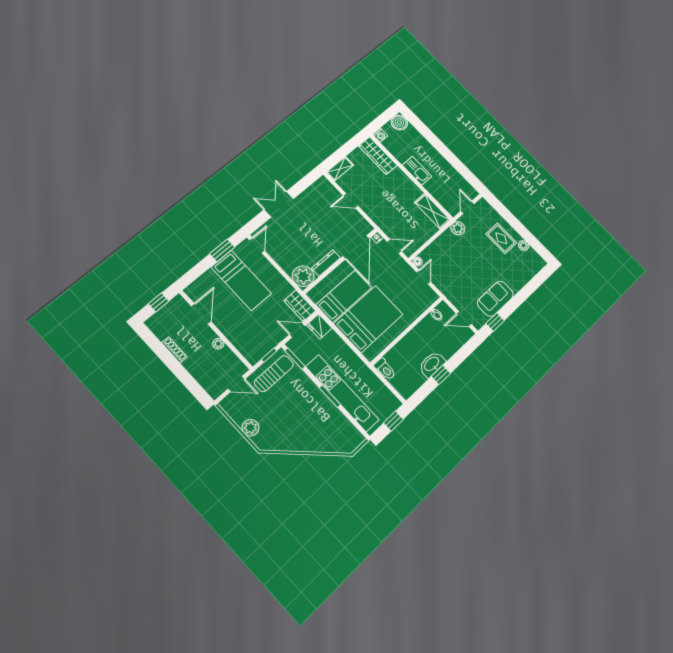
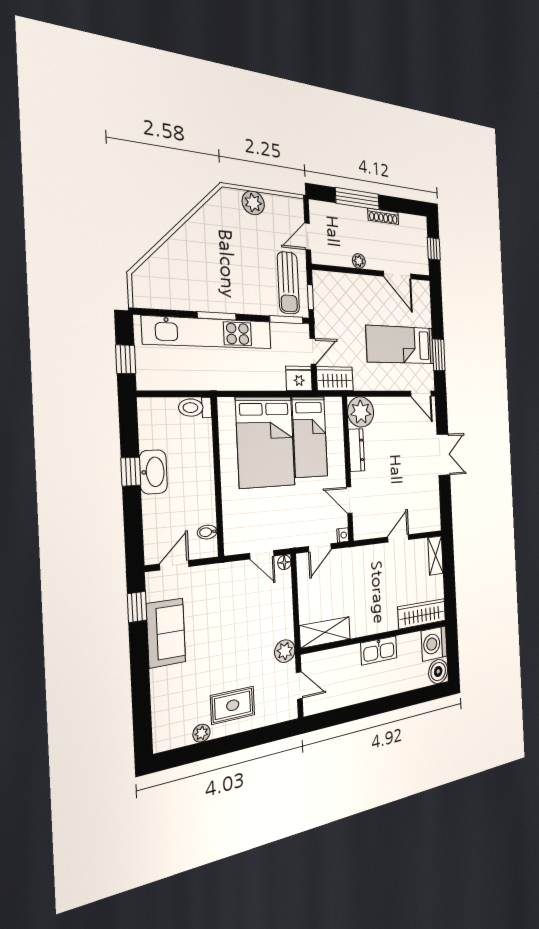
washing machine: (380, 135) -> (434, 644), width x1.89, depth x1.89
door: (356, 247) -> (349, 500), width x0.53
window: (181, 374) -> (357, 199), added

